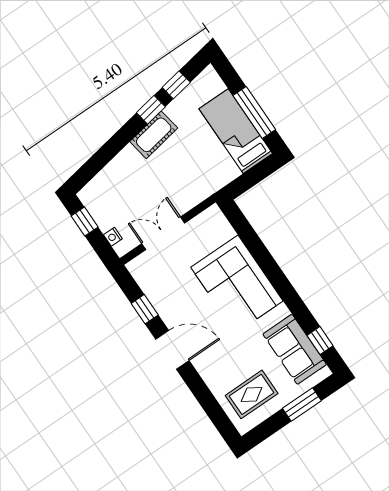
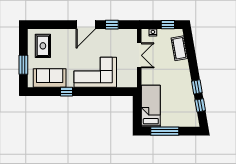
bed: (236, 131) -> (151, 106), moved, turned -90
cot: (154, 135) -> (179, 48), moved
window: (320, 341) -> (66, 92), moved

